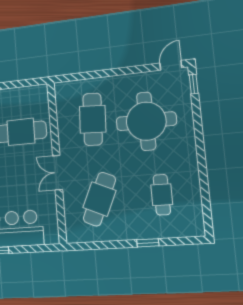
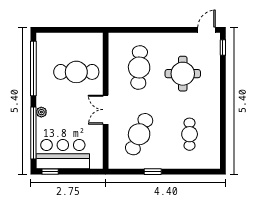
round table: (146, 121) -> (183, 74), width x0.73, depth x0.73
window: (148, 243) -> (153, 172), moved

